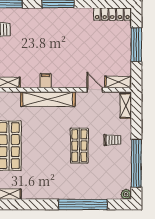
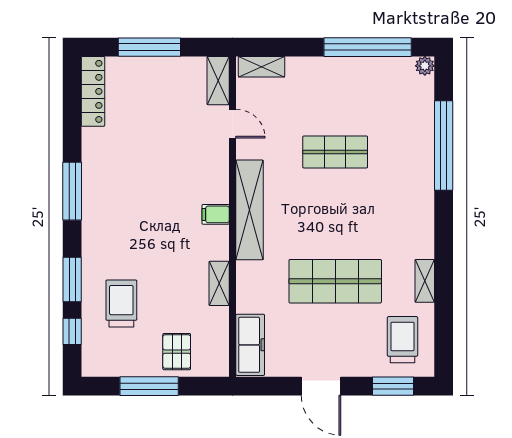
door: (95, 90) -> (232, 124), swing flipped
trolley: (112, 140) -> (325, 91), removed

